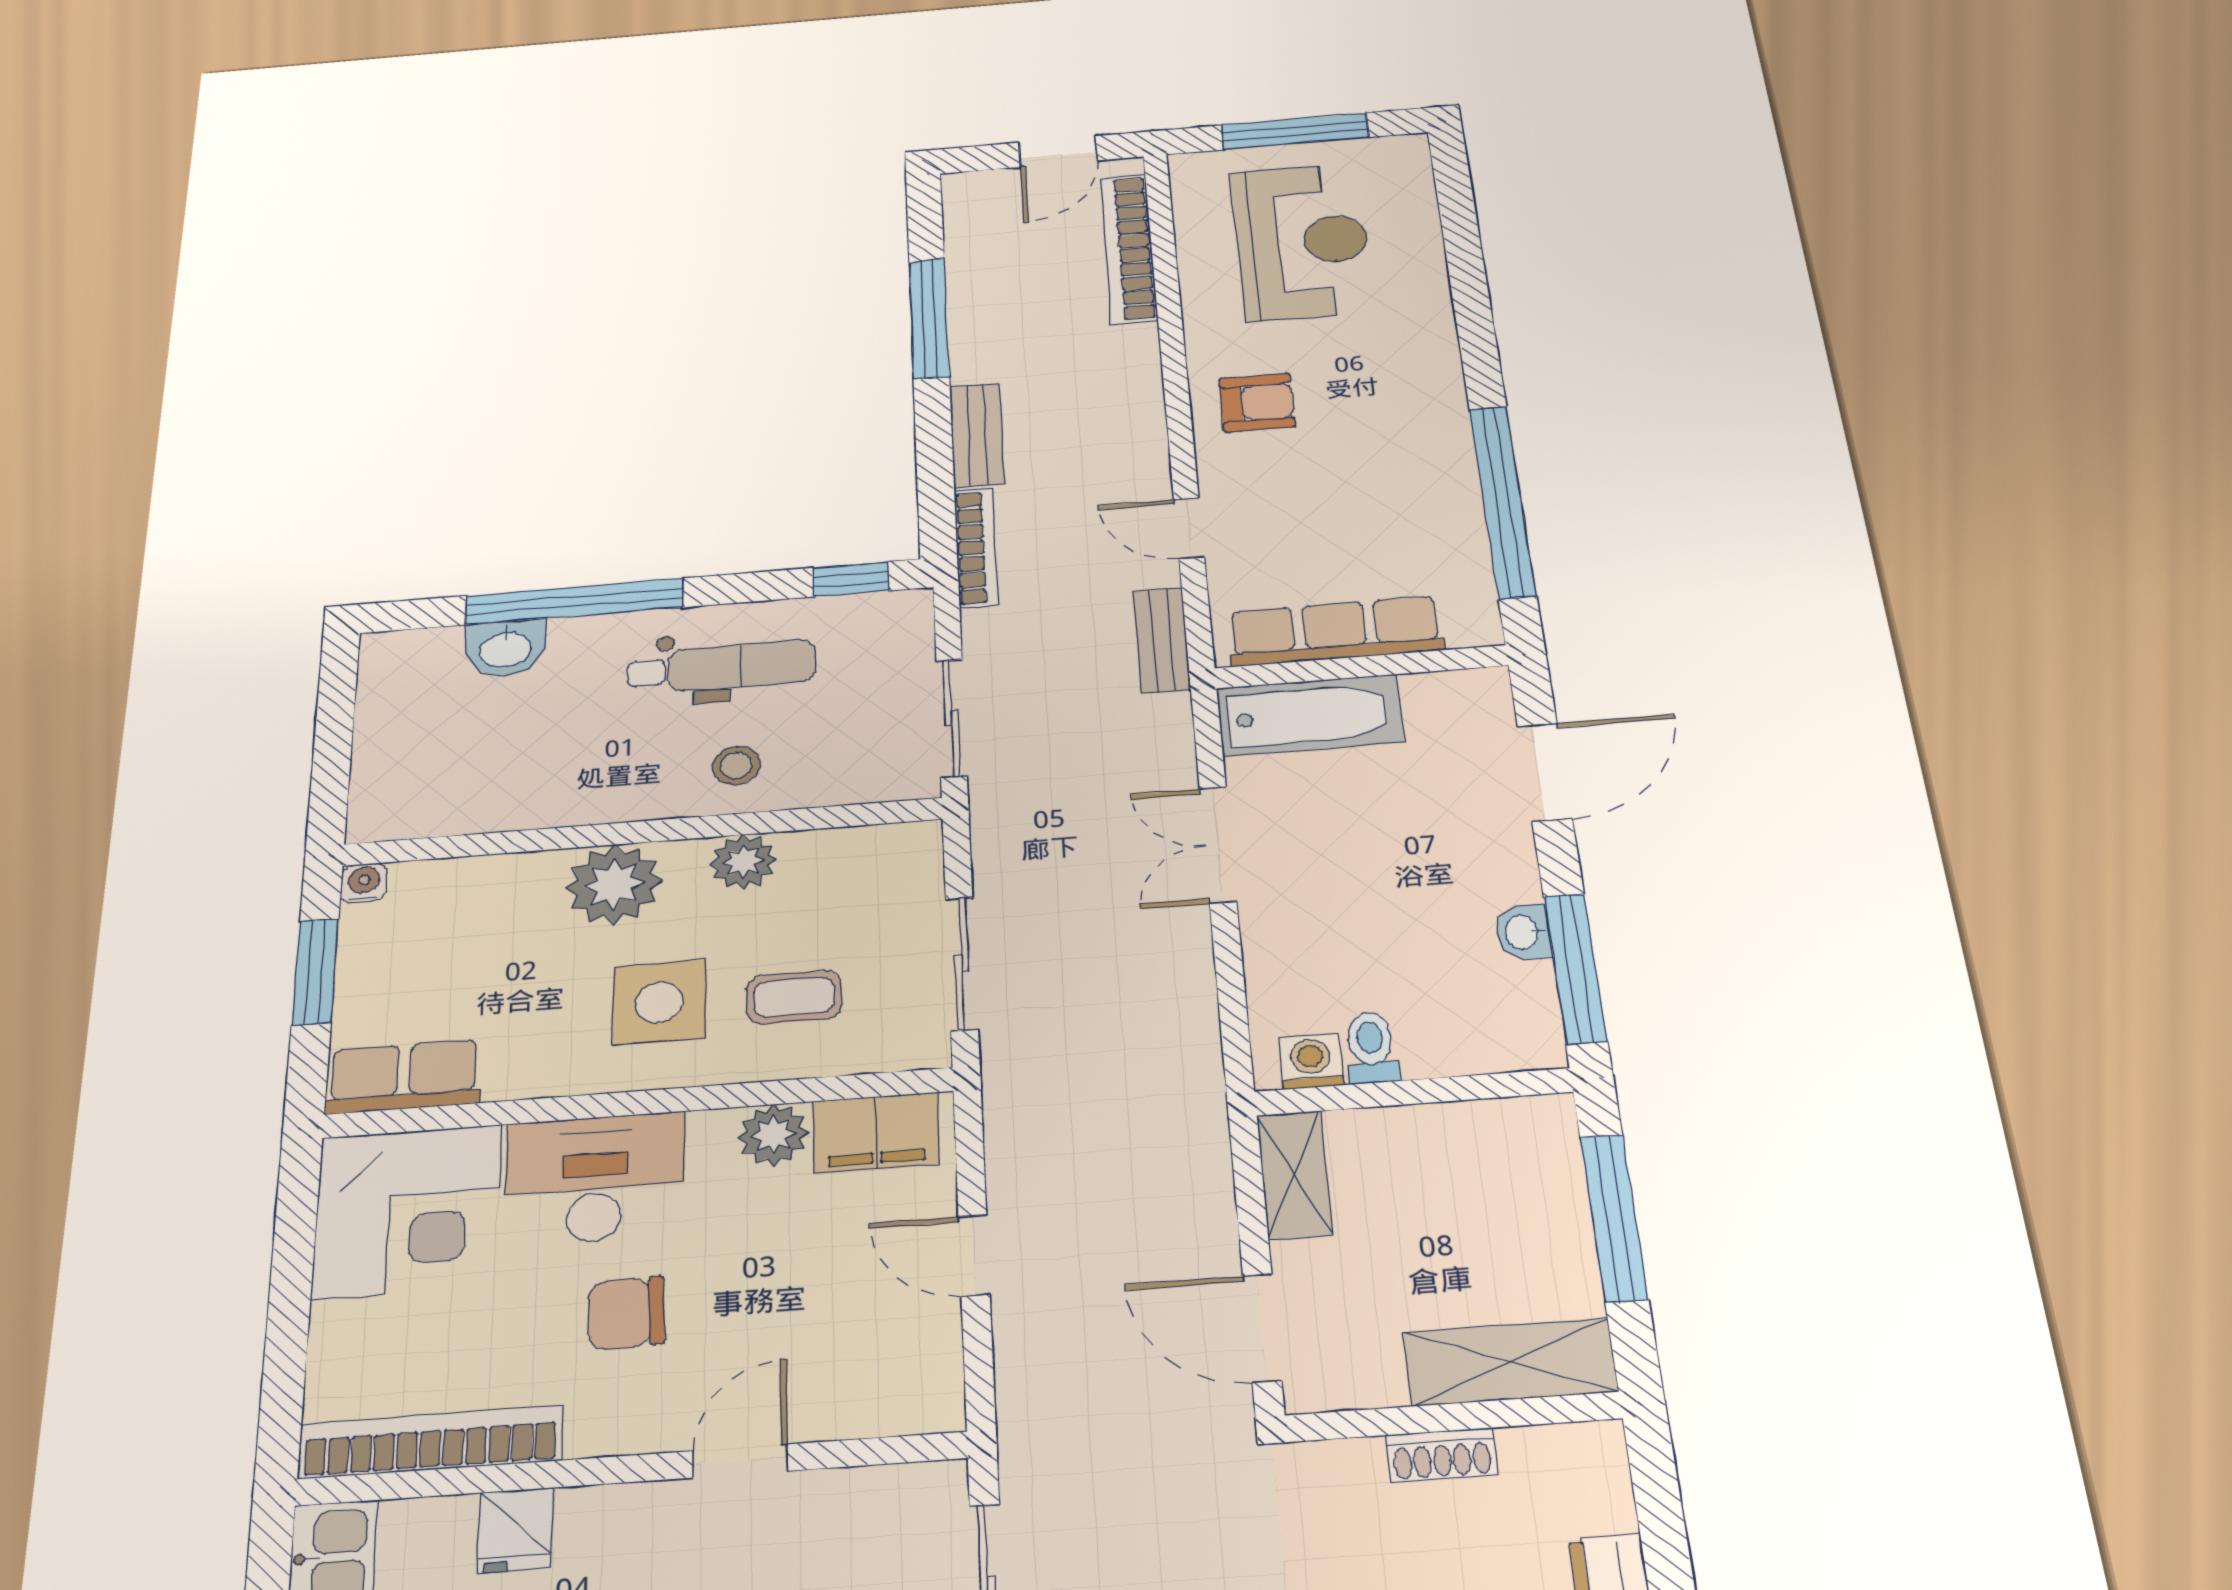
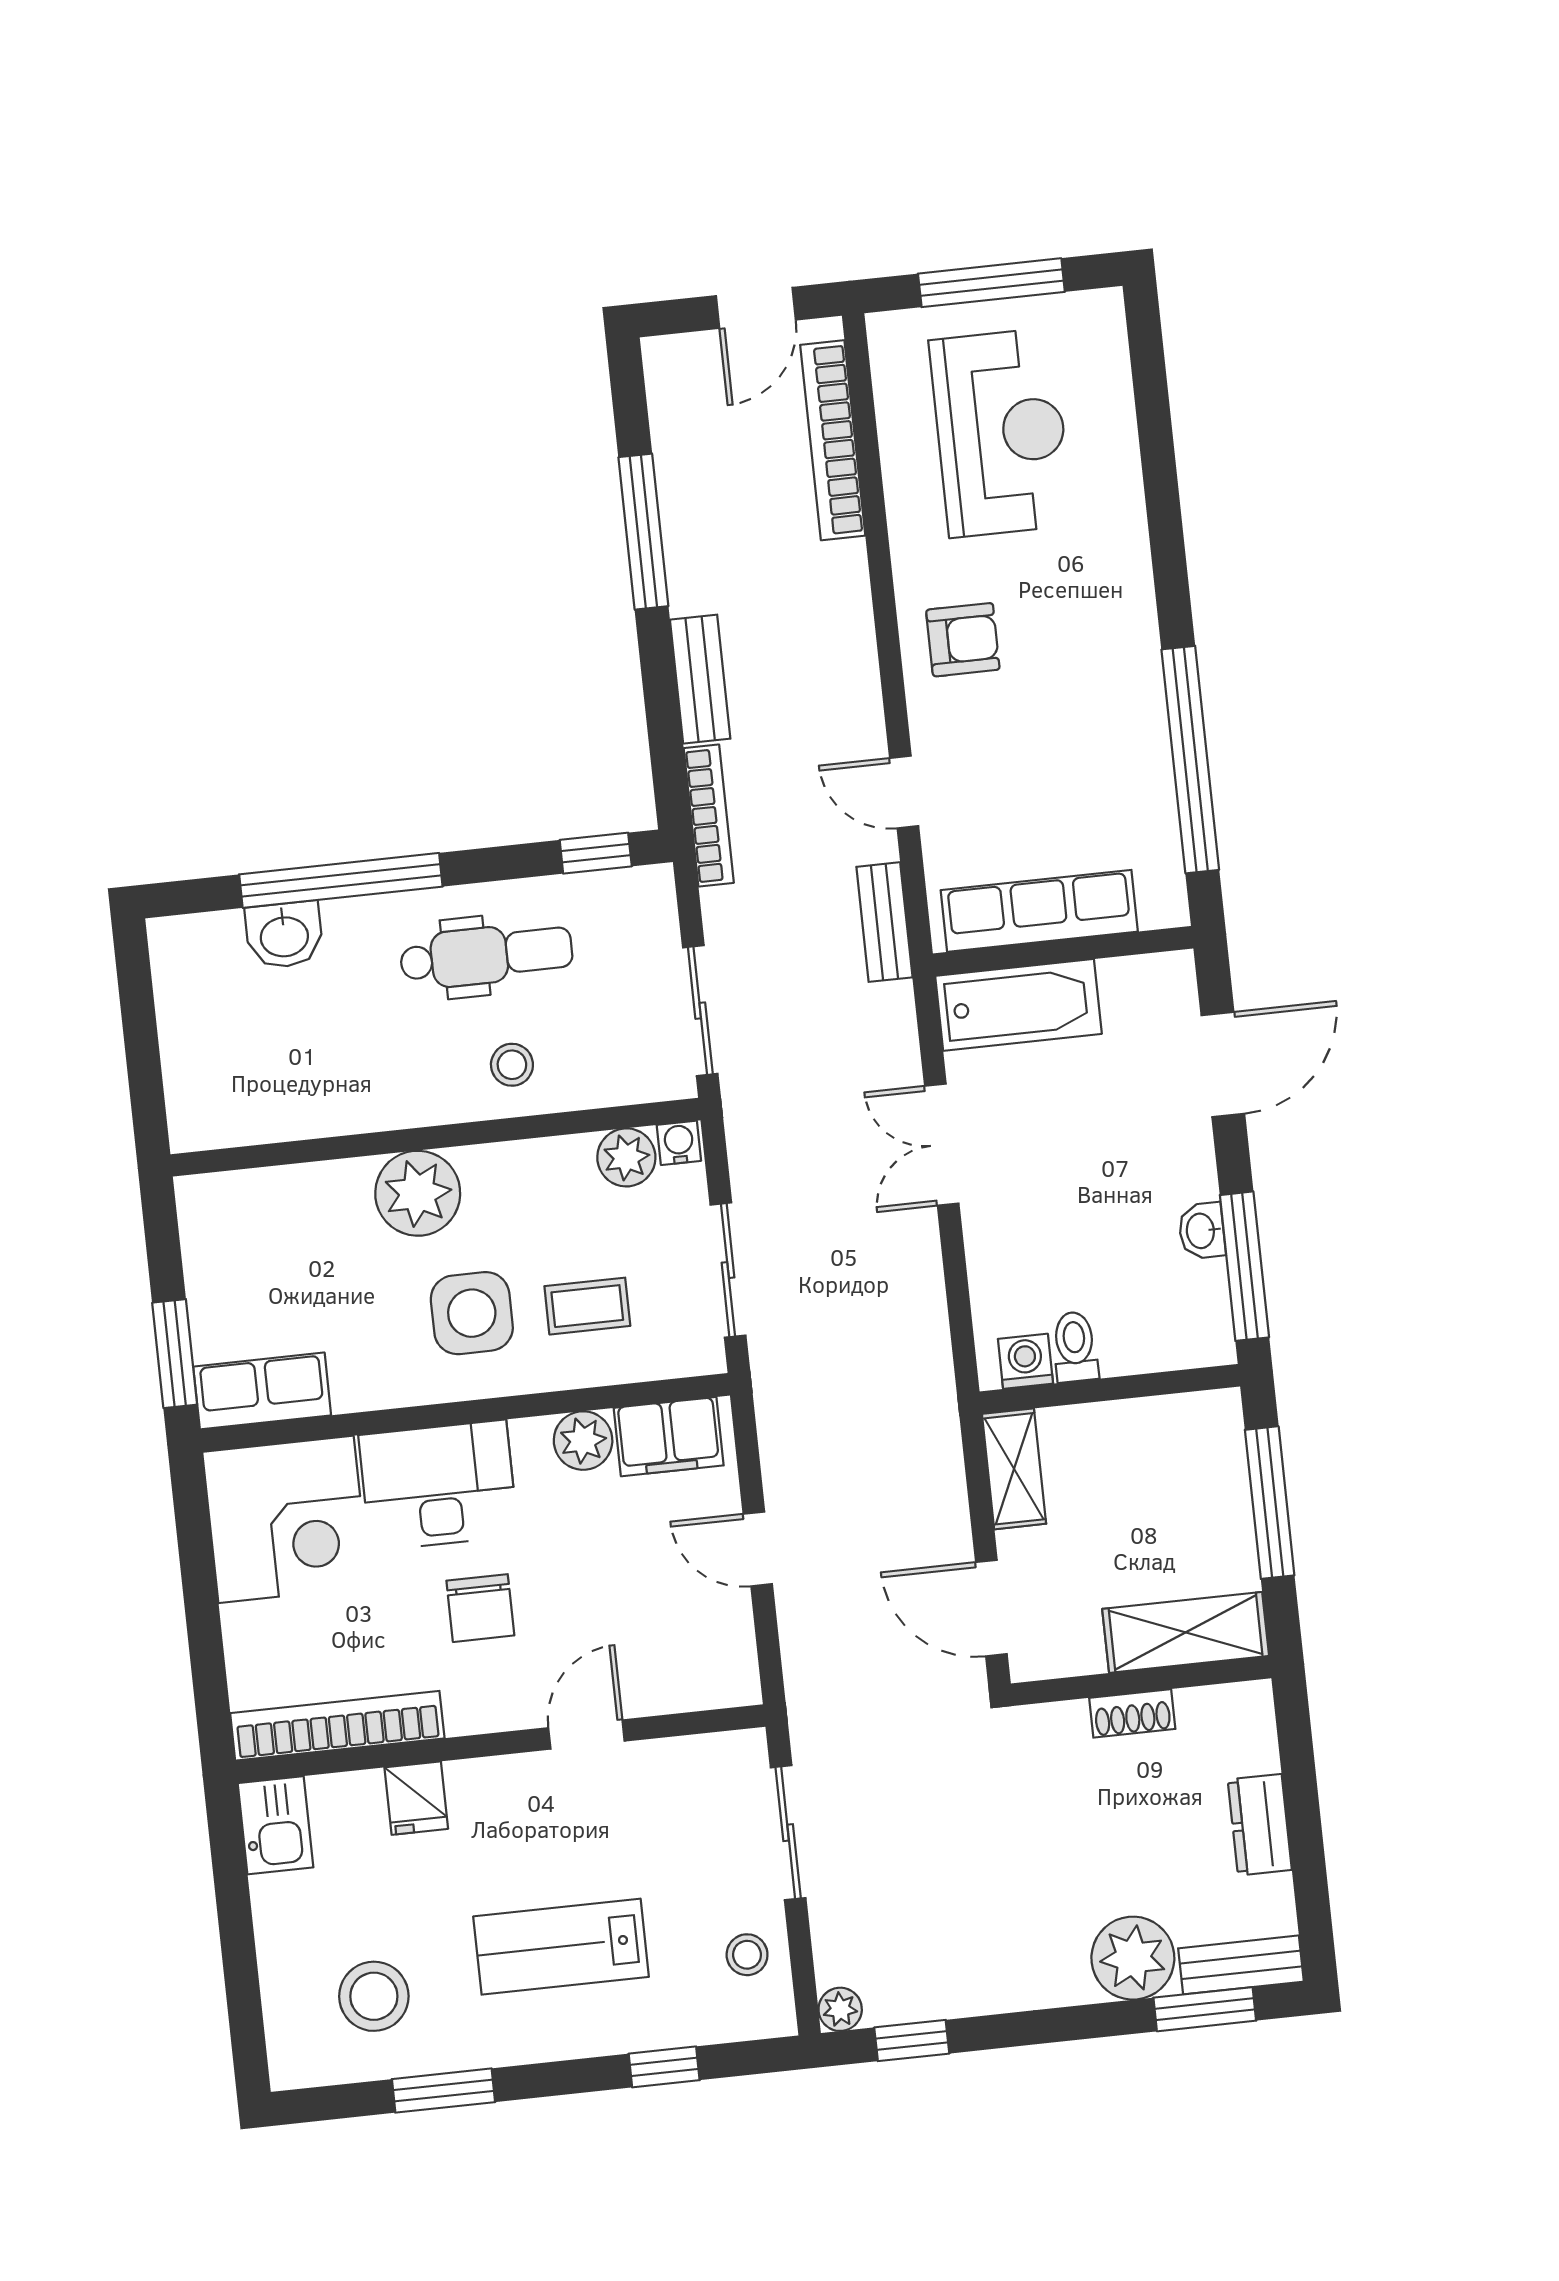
plant: (743, 862) -> (626, 1157), moved
water cooler: (364, 883) -> (679, 1143), moved
window: (315, 972) -> (175, 1354), moved
chair: (626, 1313) -> (480, 1608), turned -88

